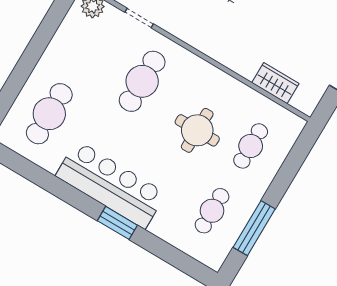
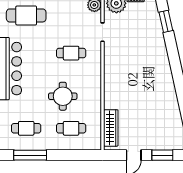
cafe table: (142, 81) -> (71, 53), width x0.73, depth x0.74
wardrobe: (275, 83) -> (111, 128), width x1.50

